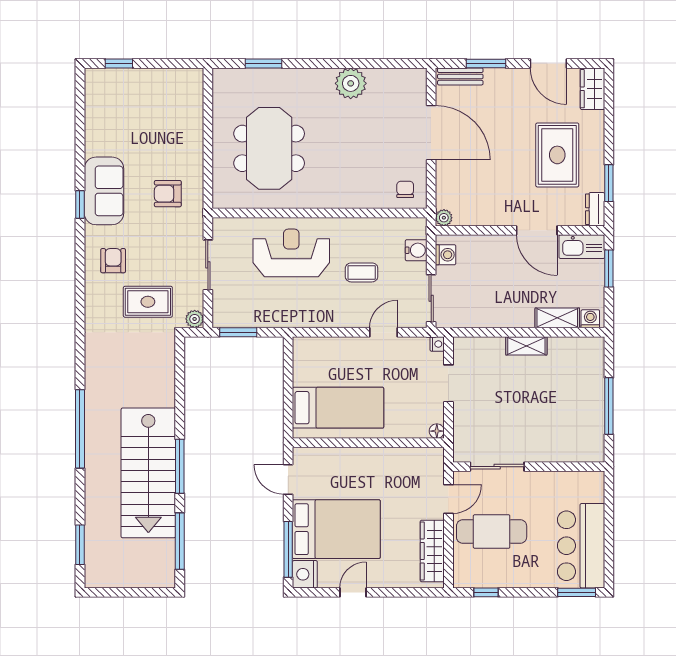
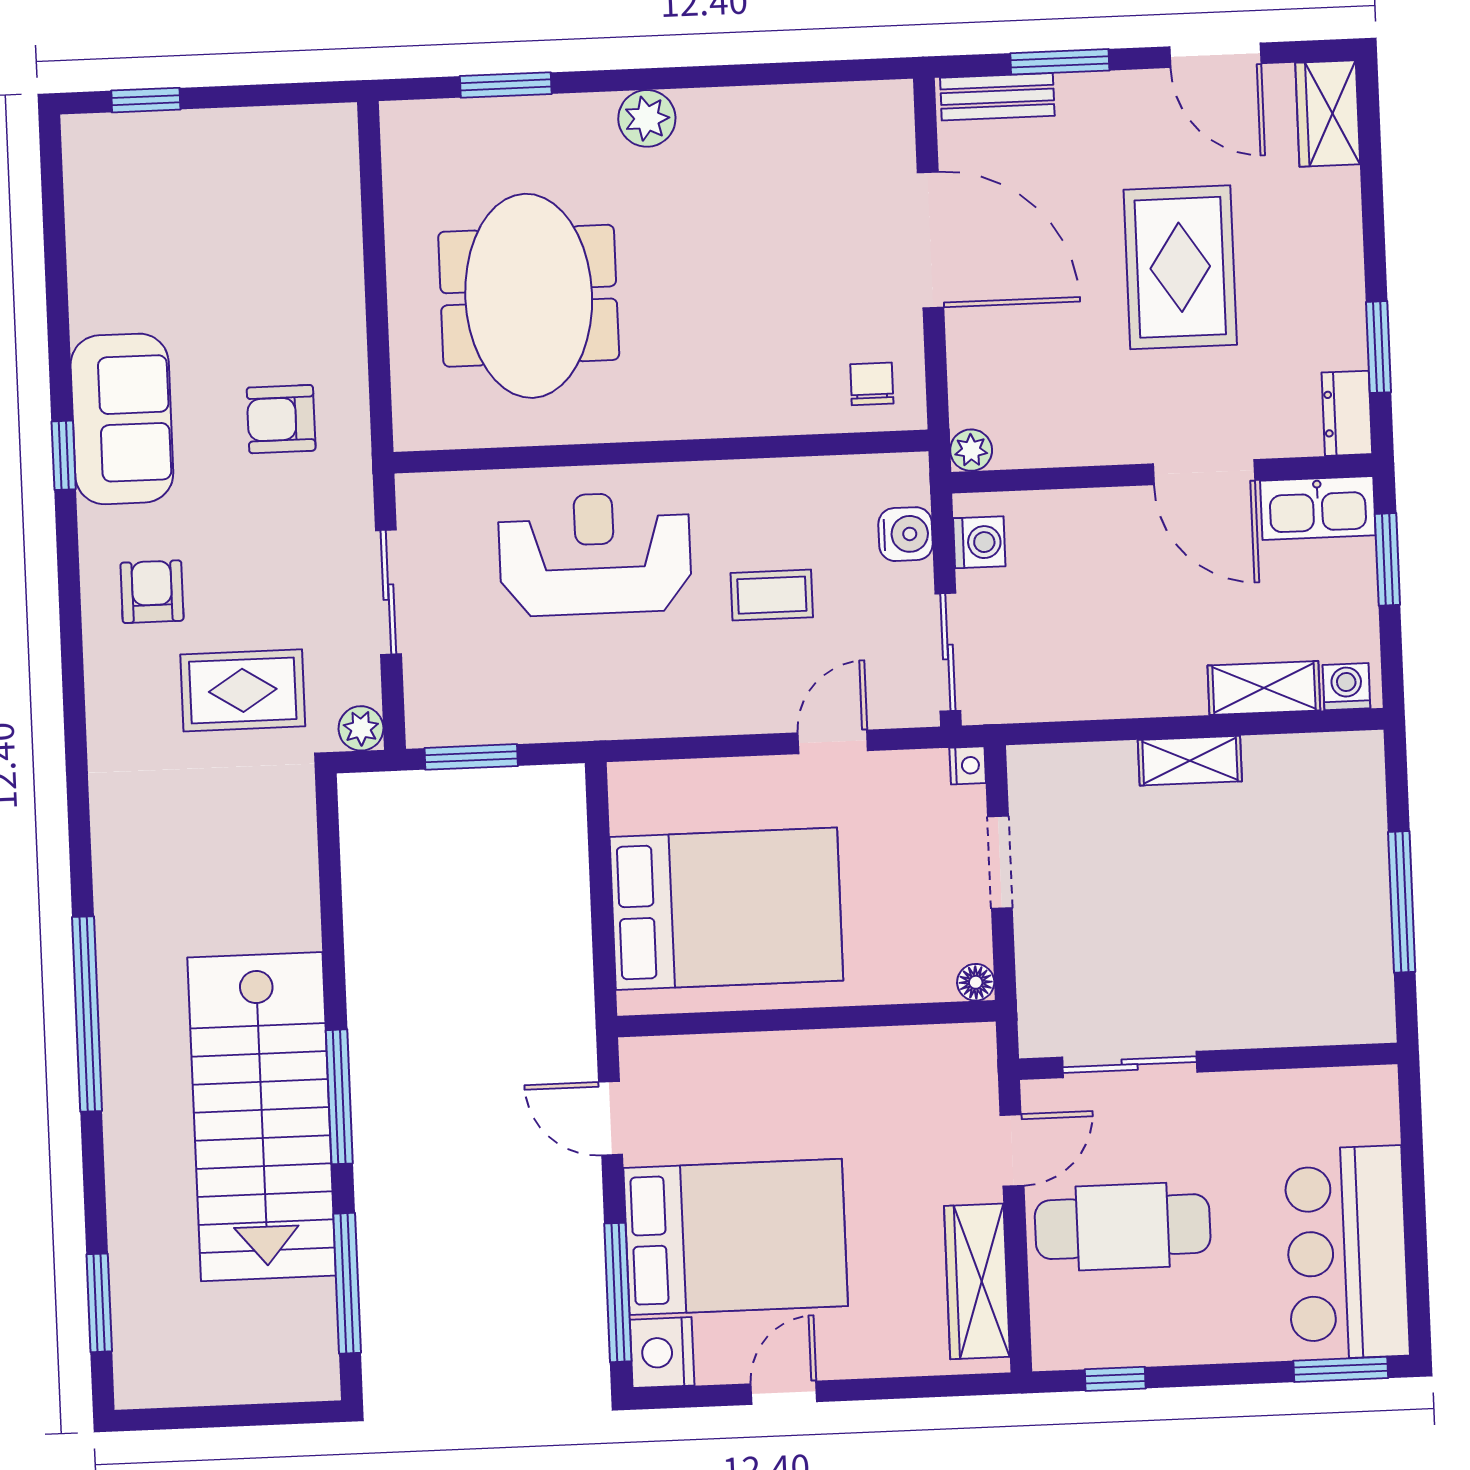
plant: (351, 83) -> (647, 118), moved, width x0.73, depth x0.73
rug: (557, 155) -> (1180, 267), moved
bed: (338, 408) -> (726, 909), width x1.50

